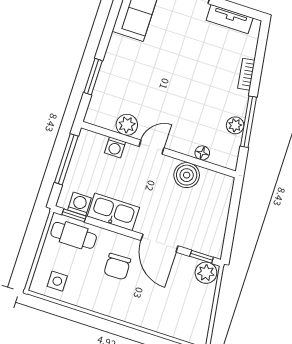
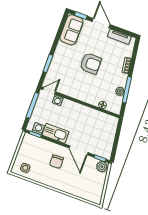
armchair: (176, 73) -> (91, 63), added
plant: (127, 125) -> (64, 89), removed
door: (151, 147) -> (49, 91), moved
boiler: (187, 175) -> (94, 116), removed
cafe table: (74, 235) -> (35, 145), removed

